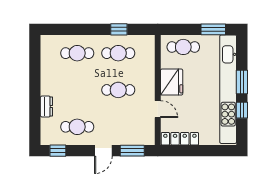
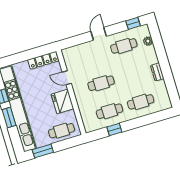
dresser: (46, 106) -> (157, 72), moved
plant: (46, 124) -> (148, 41), added
window: (132, 151) -> (77, 40), removed

